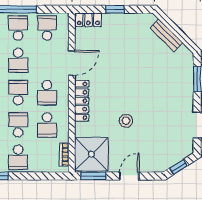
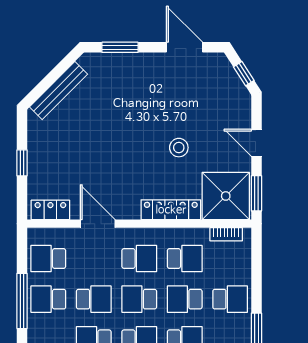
locker: (88, 20) -> (50, 210), moved, turned -90
bench: (166, 35) -> (59, 91), width x1.36
locker: (82, 101) -> (171, 210), moved

